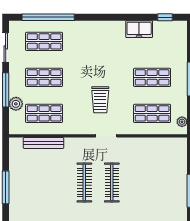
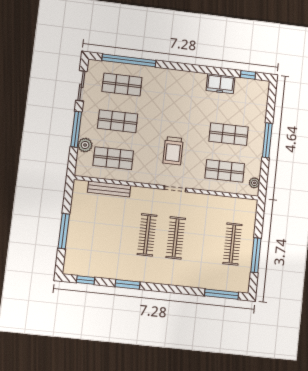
clothes rail: (167, 183) -> (232, 244), added

